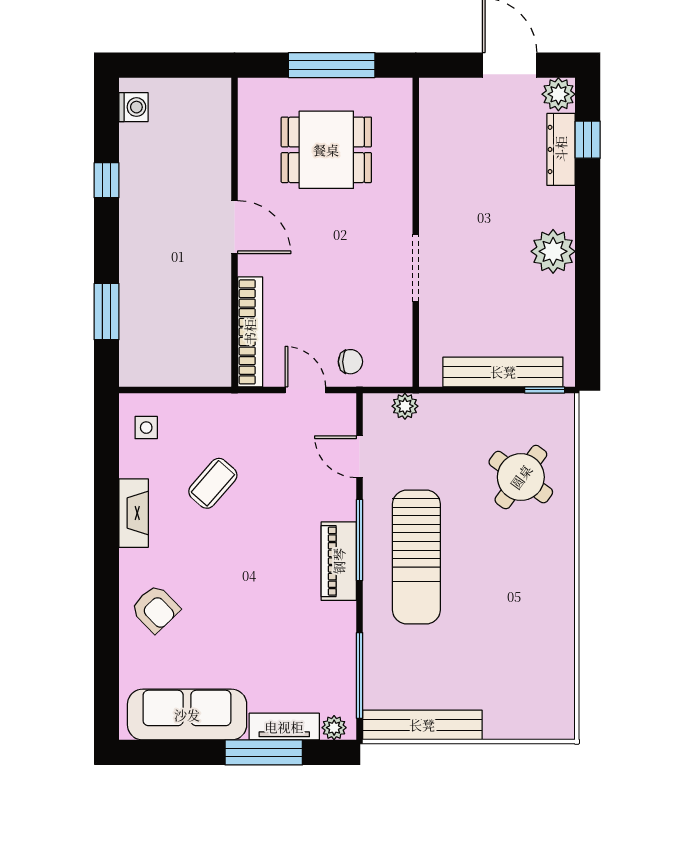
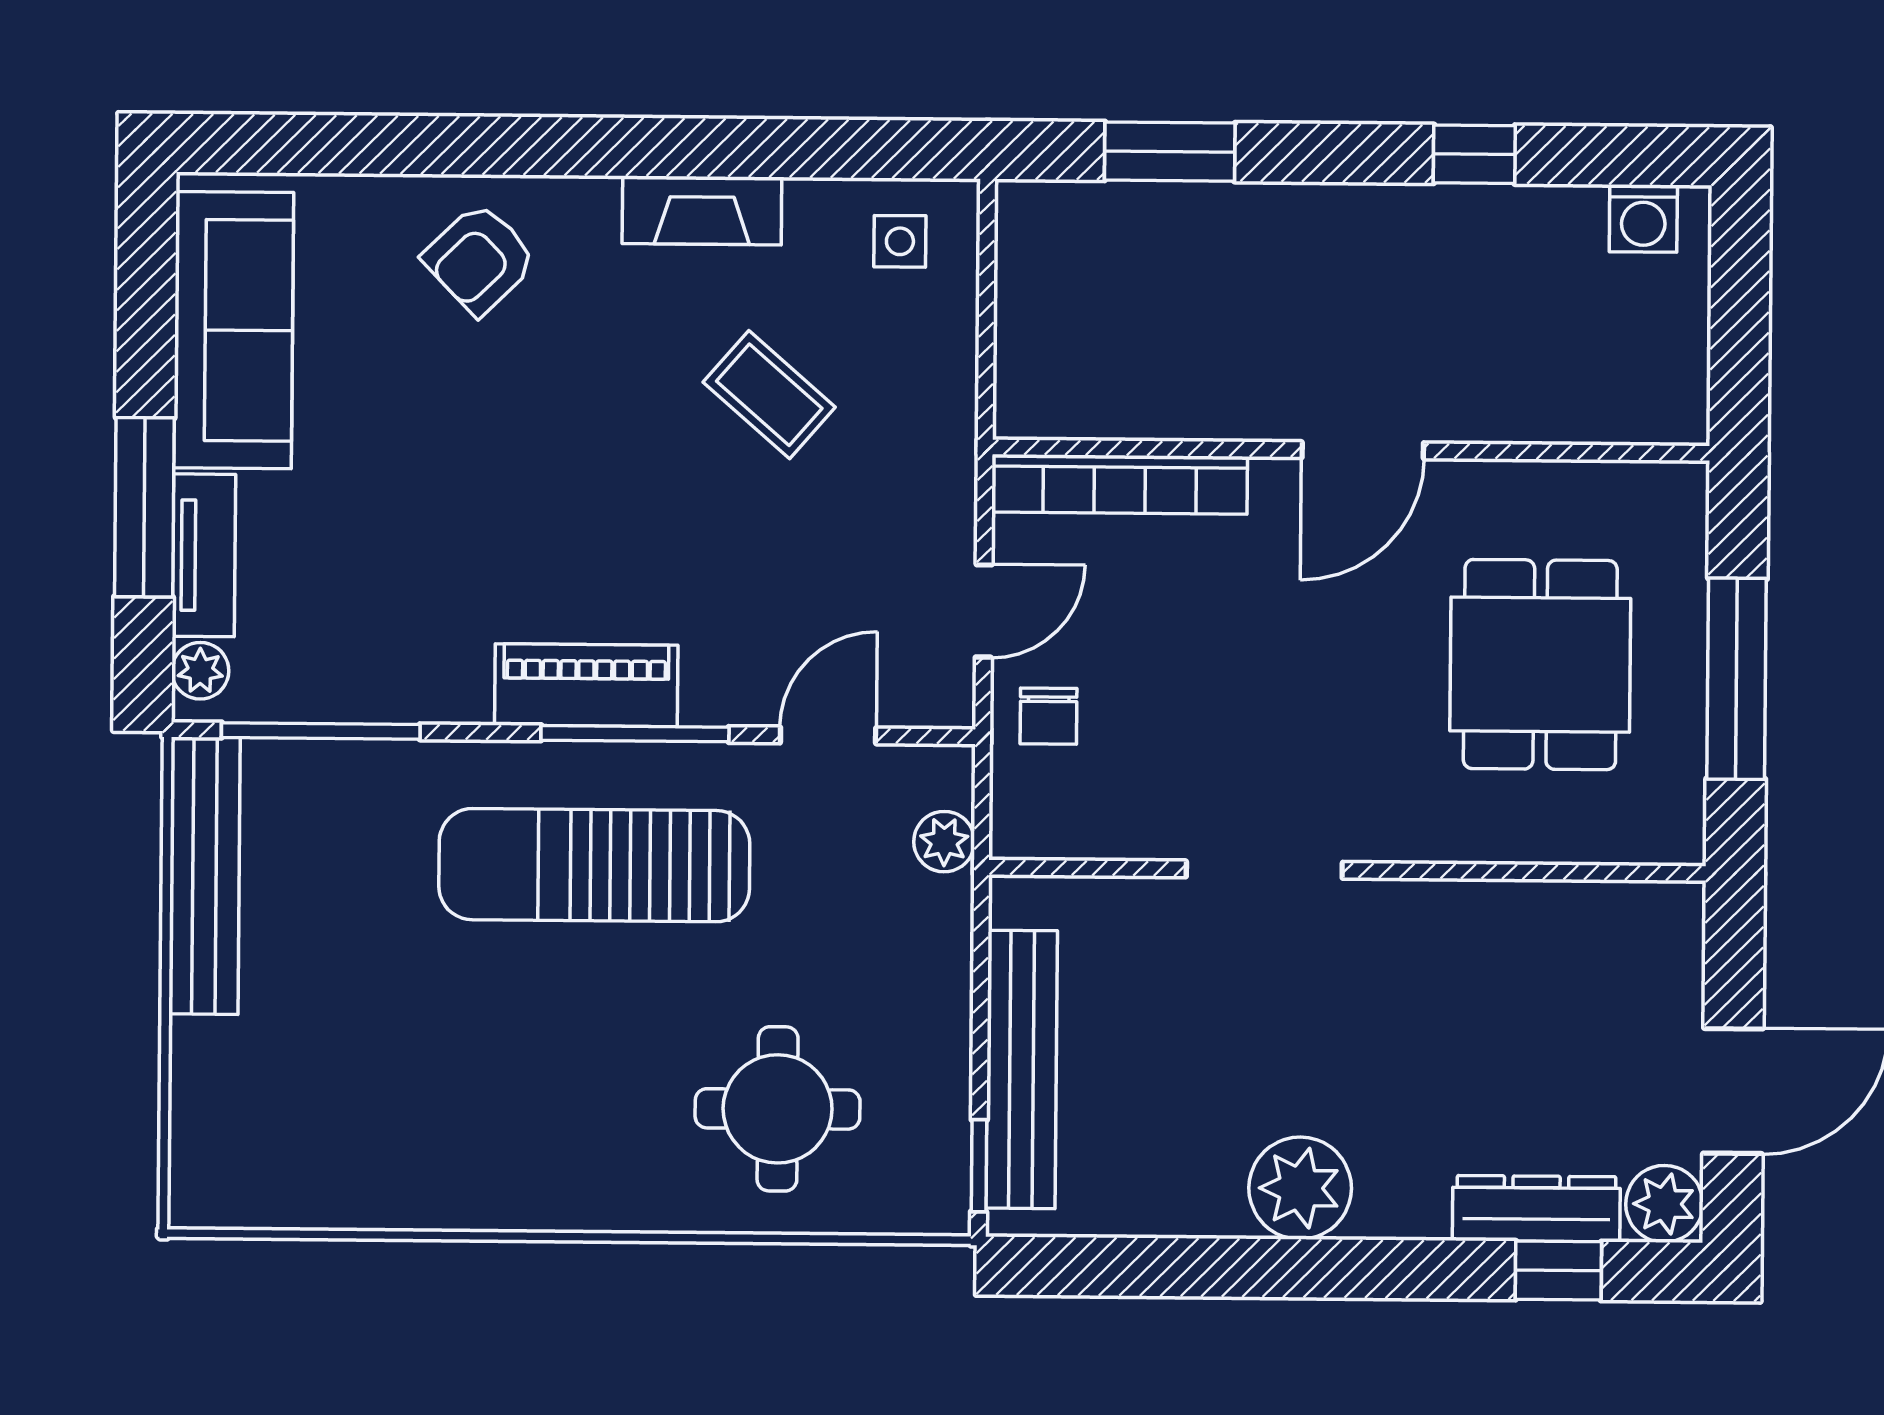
round table: (521, 477) -> (778, 1109), turned -36

